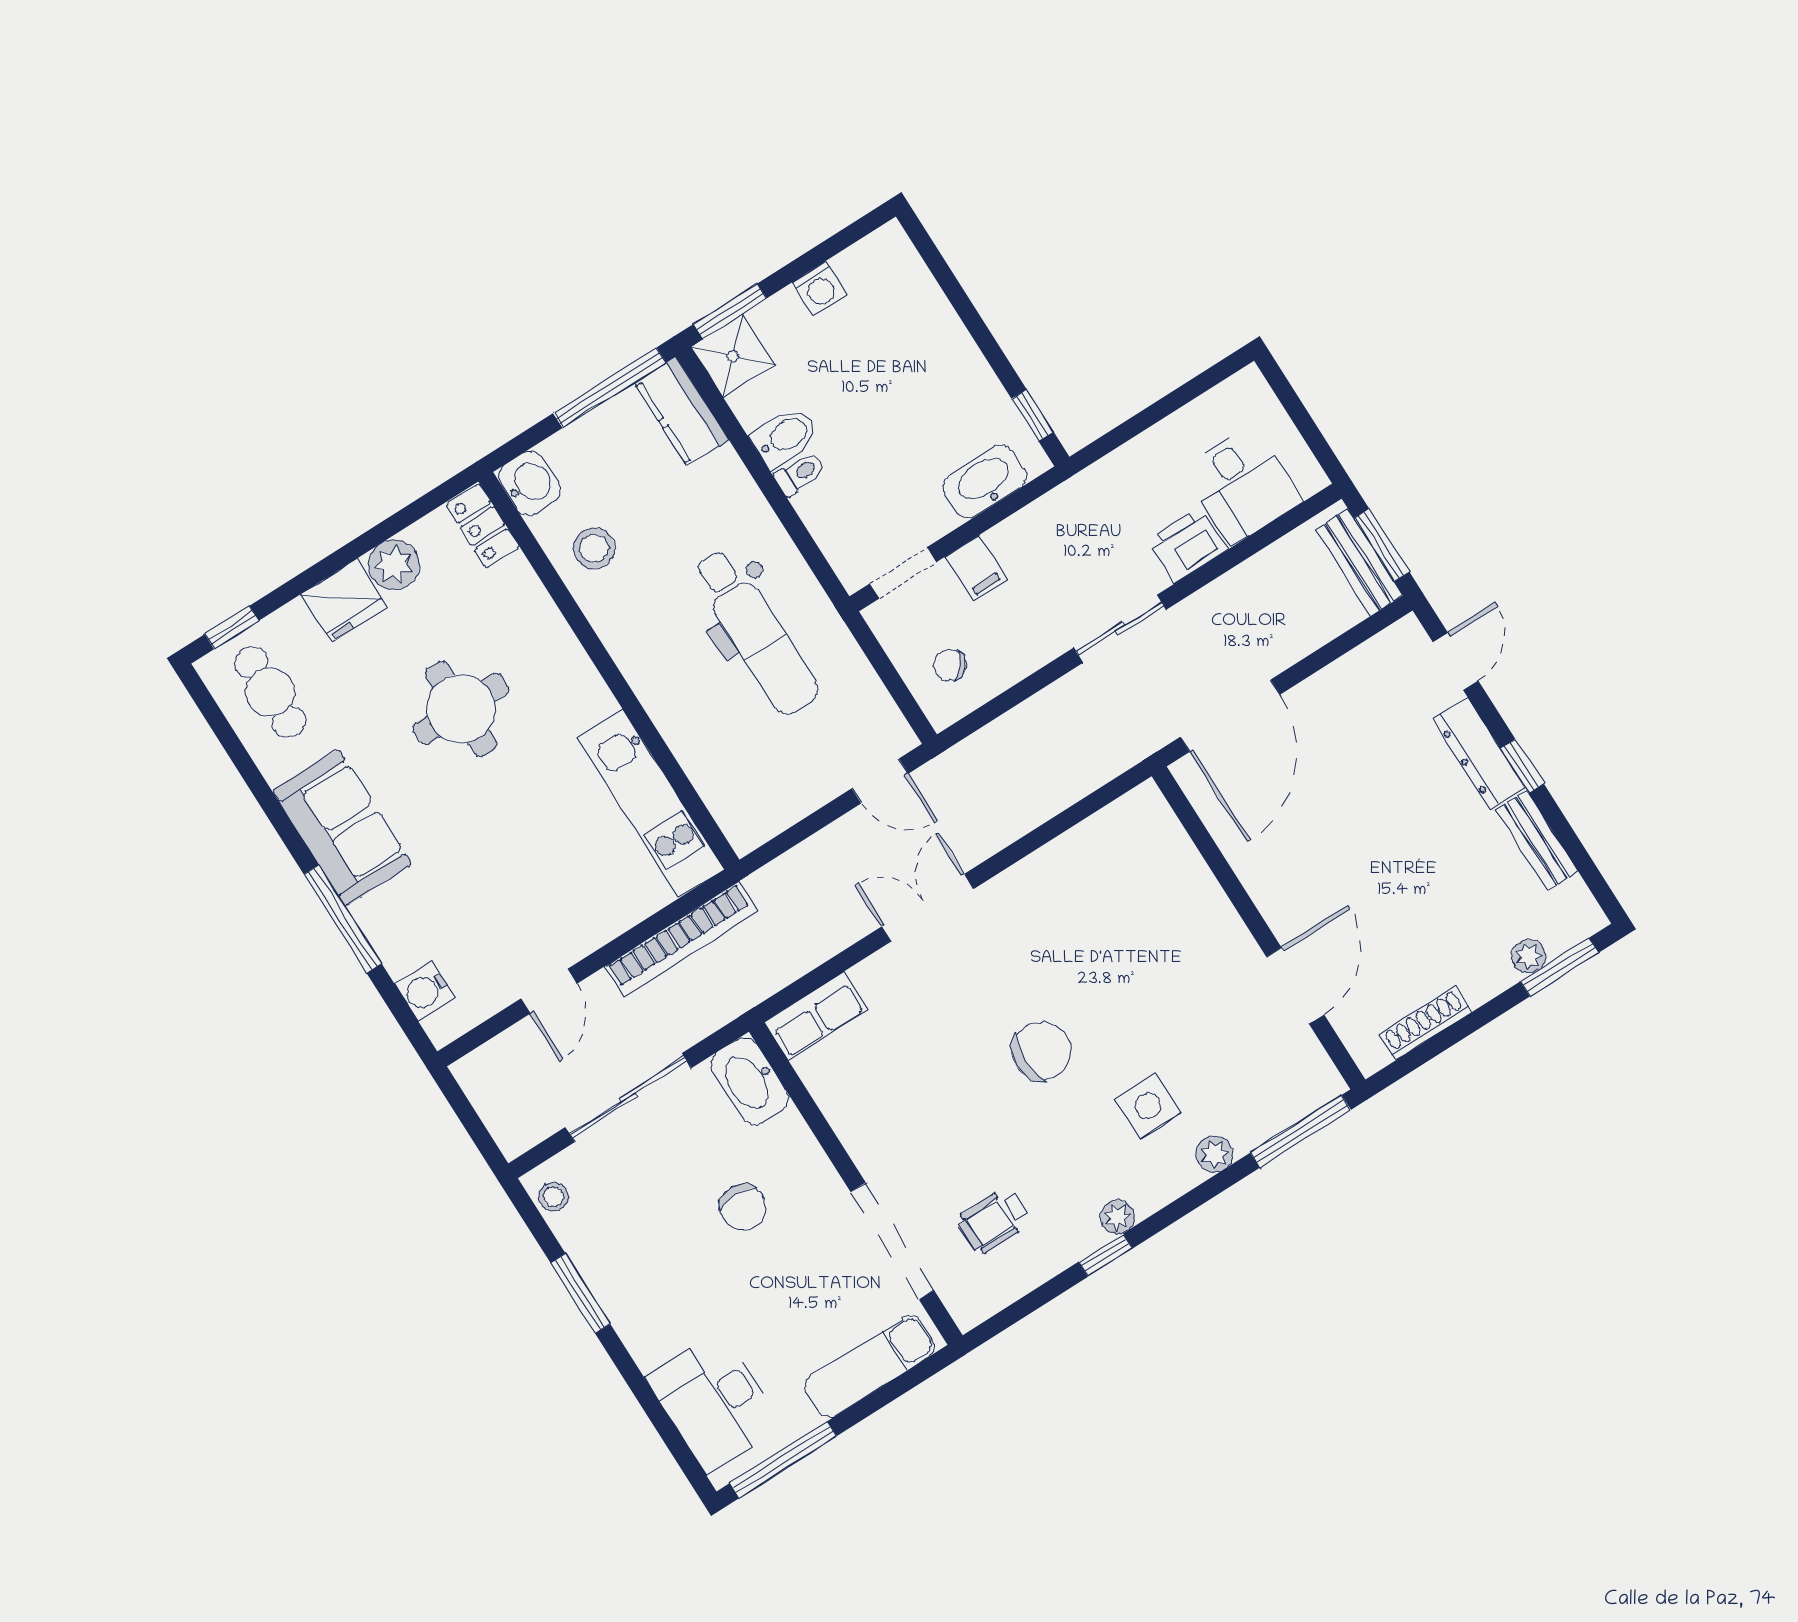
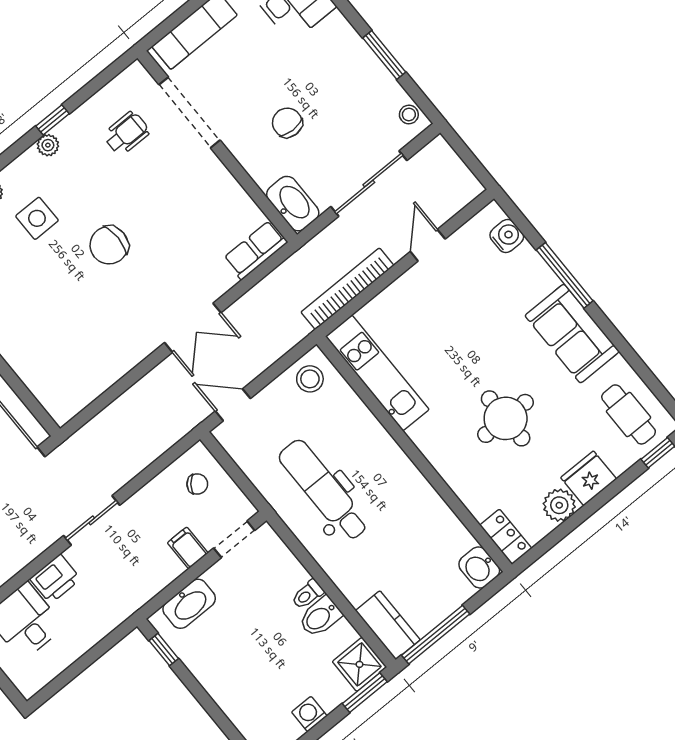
stool: (594, 548) -> (310, 379), moved

